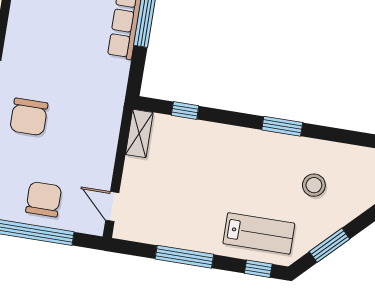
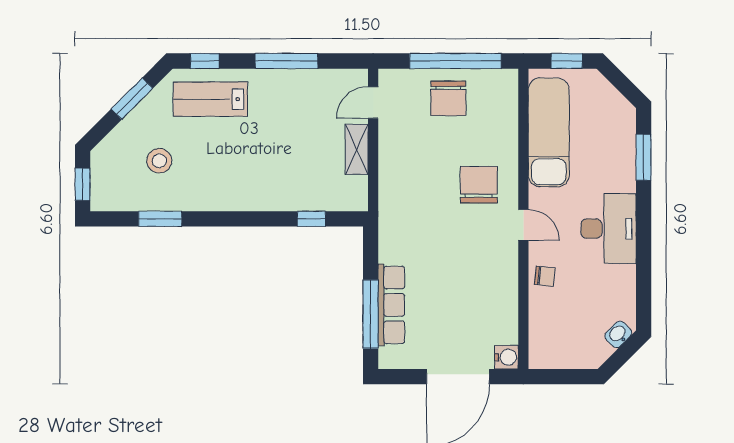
window: (282, 126) -> (160, 219), moved
shelving: (139, 133) -> (357, 149), moved
door: (112, 207) -> (373, 102), swing flipped

